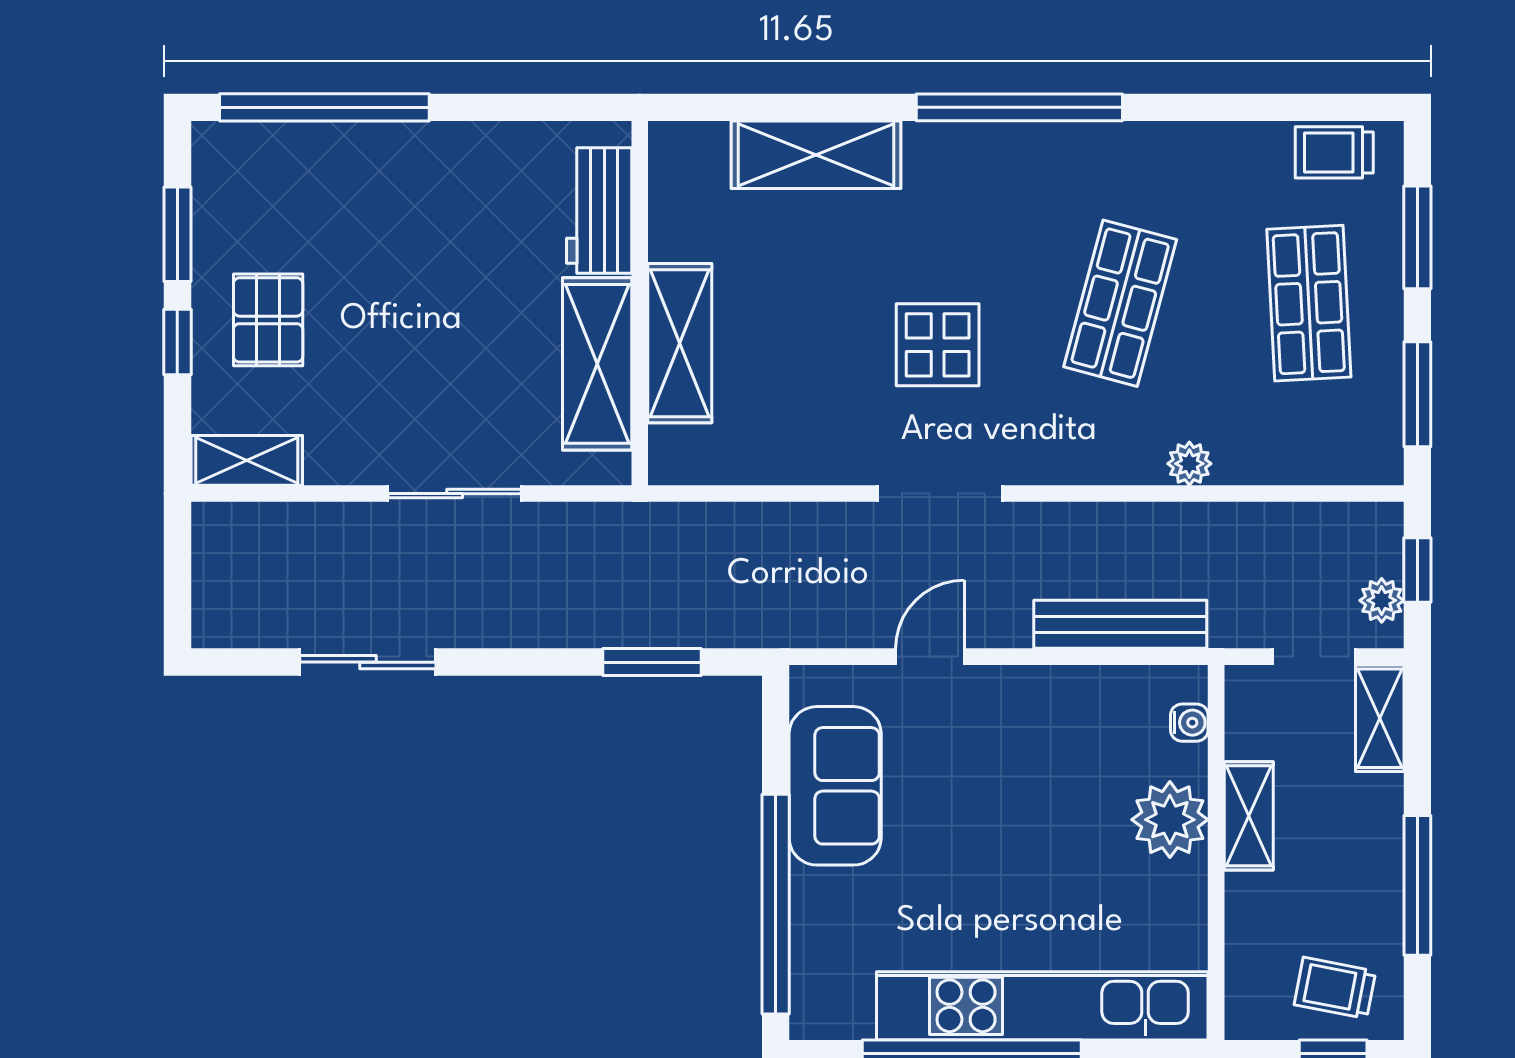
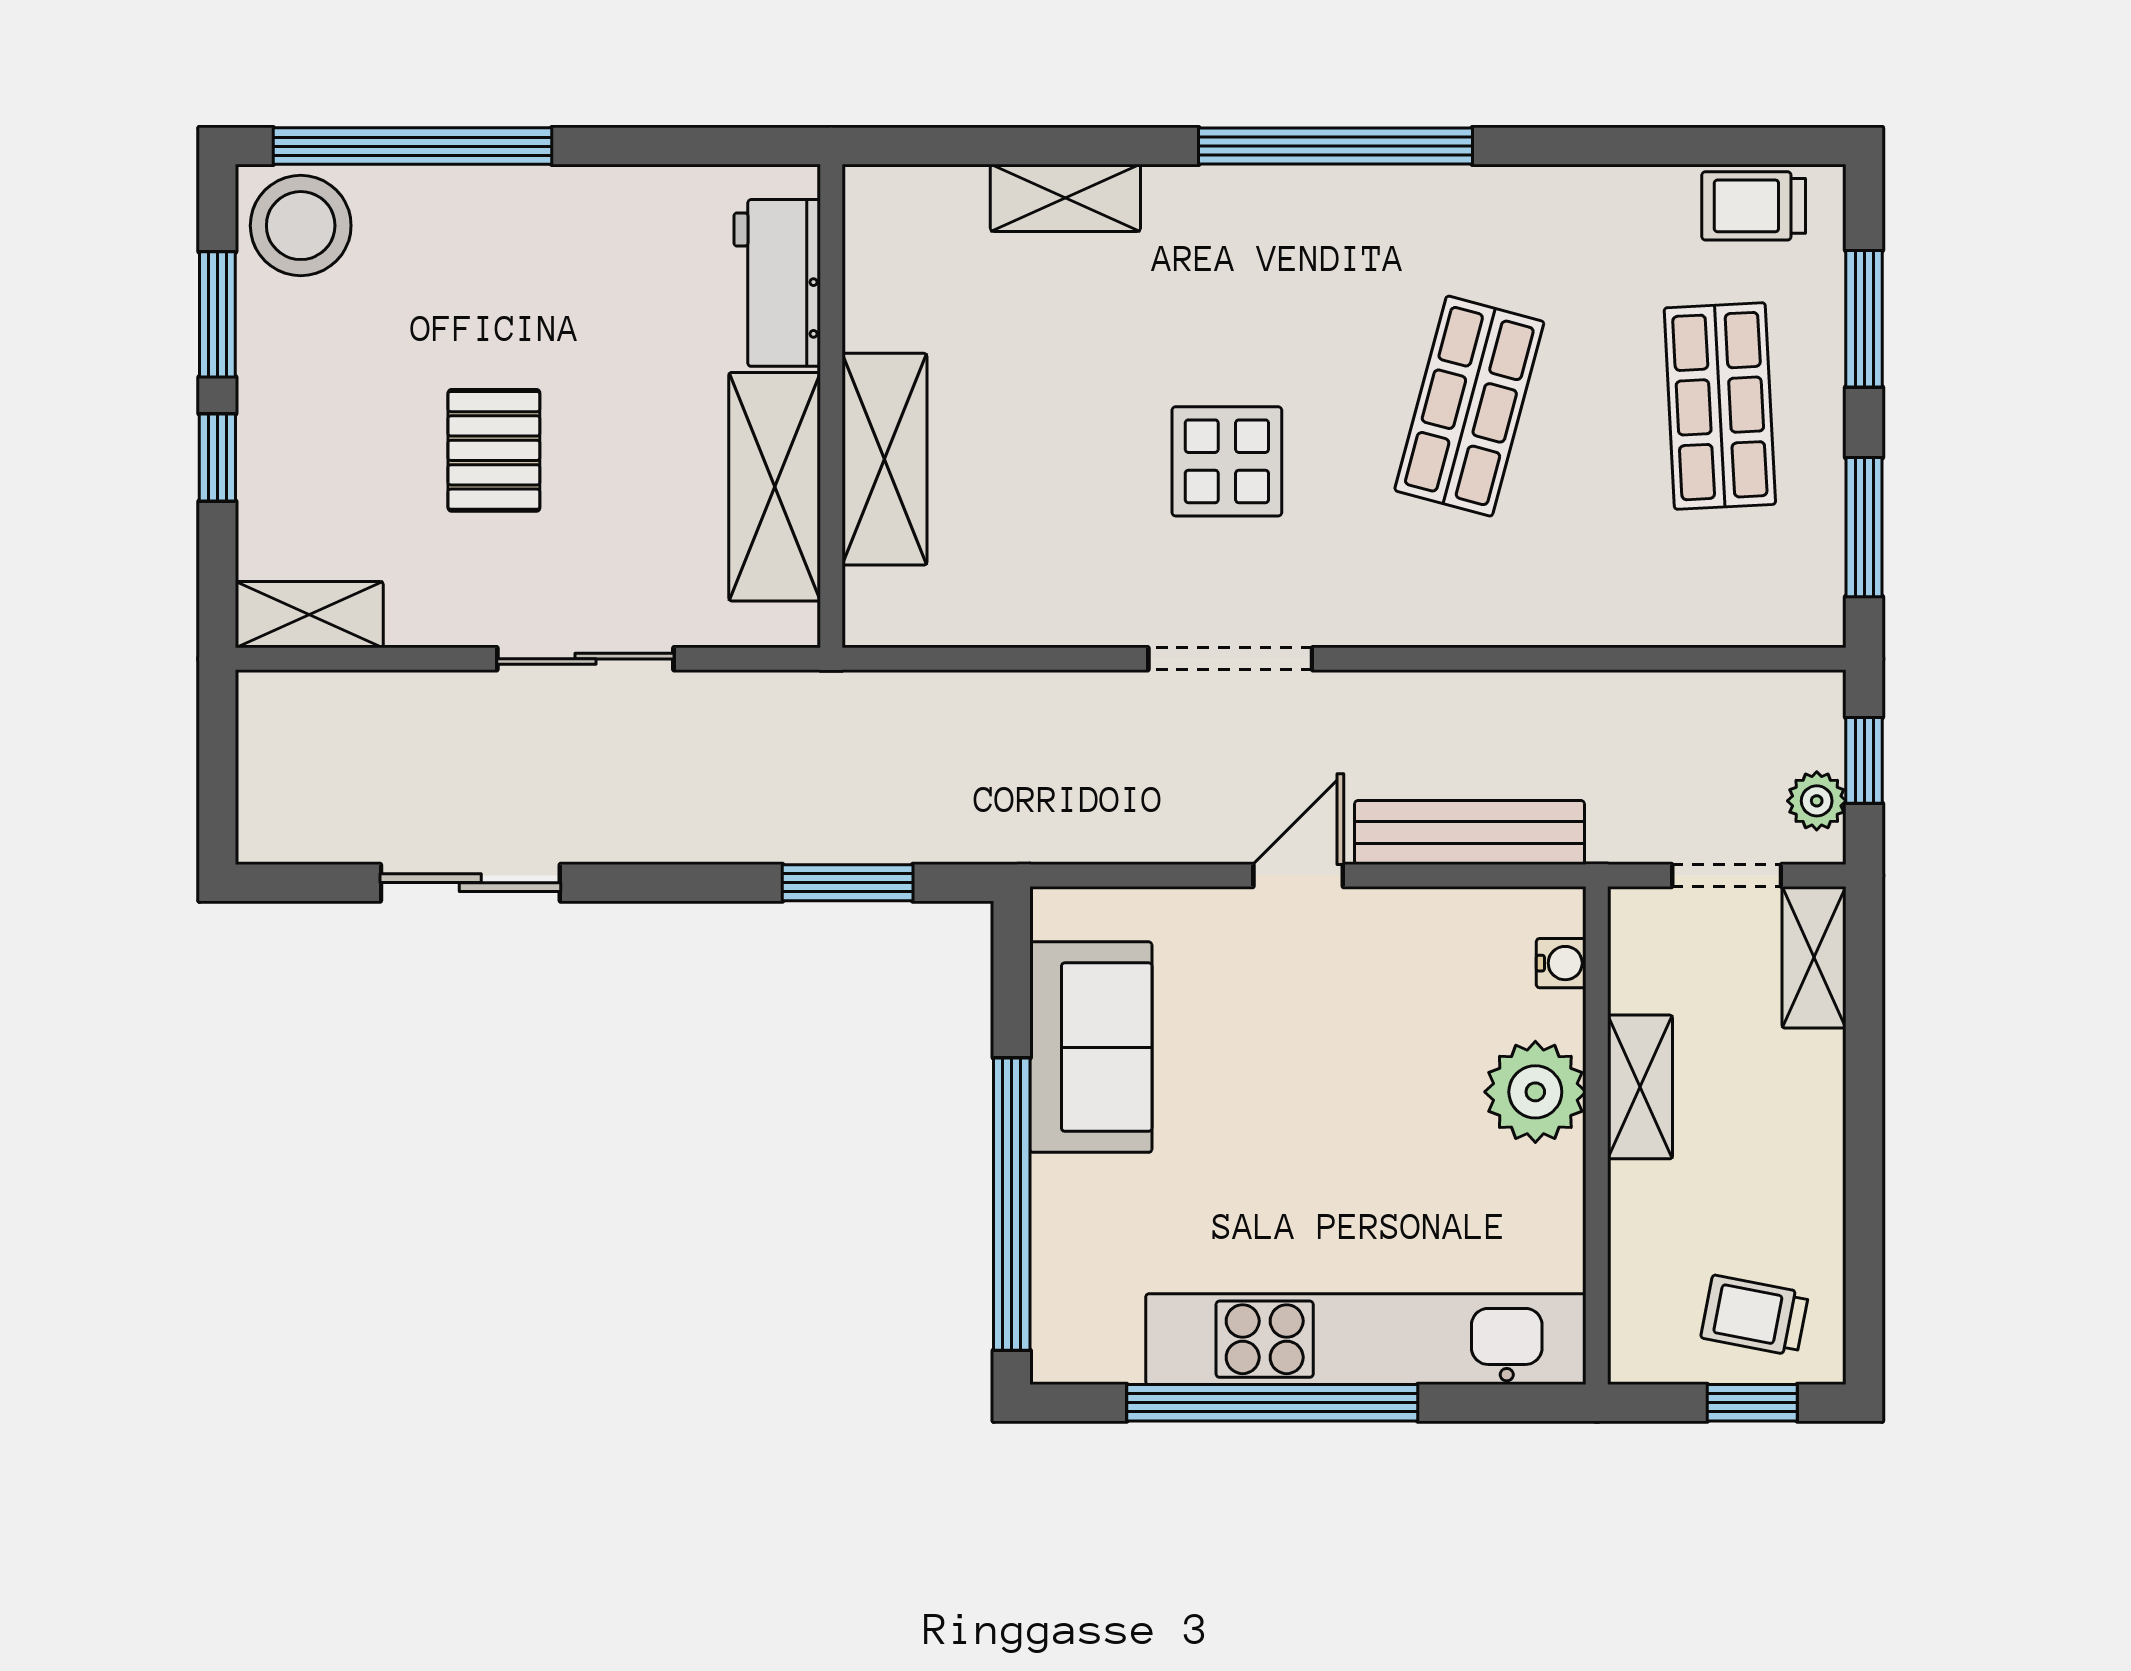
shelving: (816, 155) -> (1065, 198), width x0.67, depth x0.75
stool: (240, 167) -> (301, 226), added
pallet: (268, 320) -> (494, 450), moved
plant: (1189, 464) -> (1561, 619), removed
door: (930, 657) -> (1298, 875), moved
window: (1417, 885) -> (1864, 1179), removed

